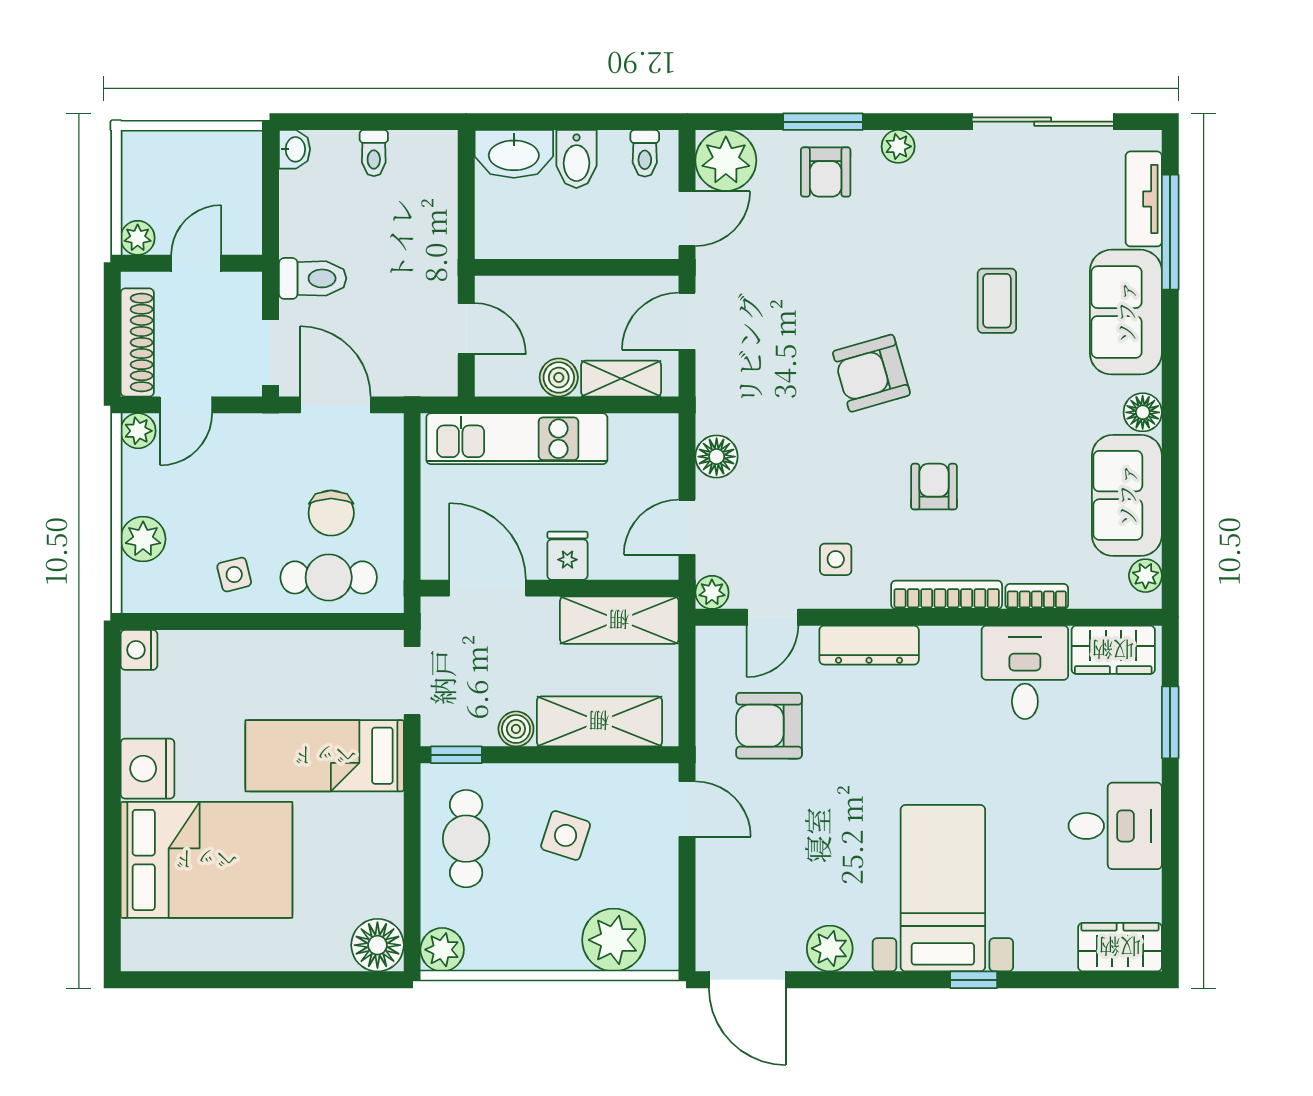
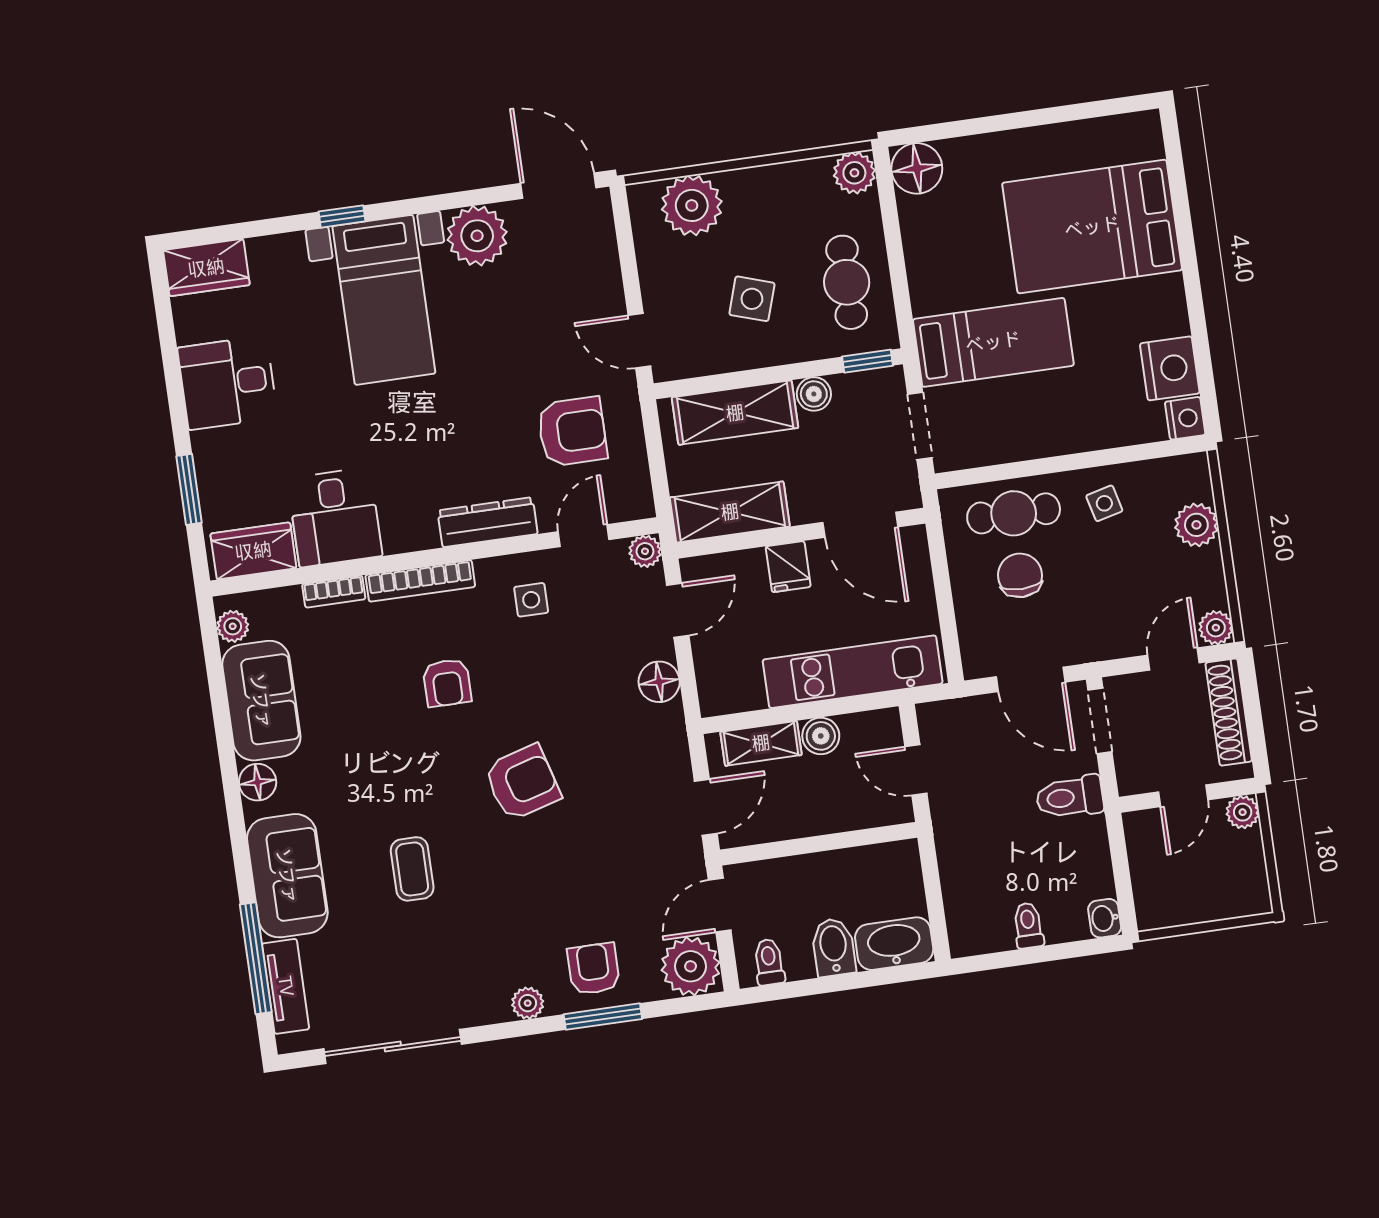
nightstand: (147, 769) -> (1170, 368), moved
plant: (830, 948) -> (477, 236), width x1.36, depth x1.36

